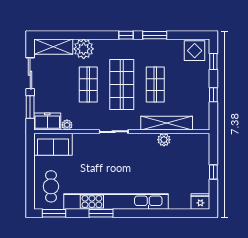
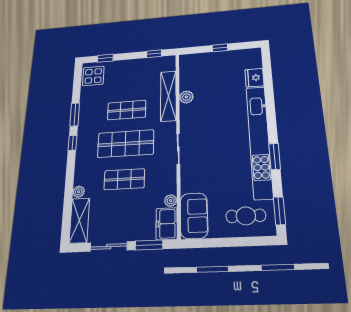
plant: (84, 49) -> (79, 192), width x0.53, depth x0.53
window: (213, 95) -> (154, 54), moved
fridge: (200, 202) -> (254, 78), moved

